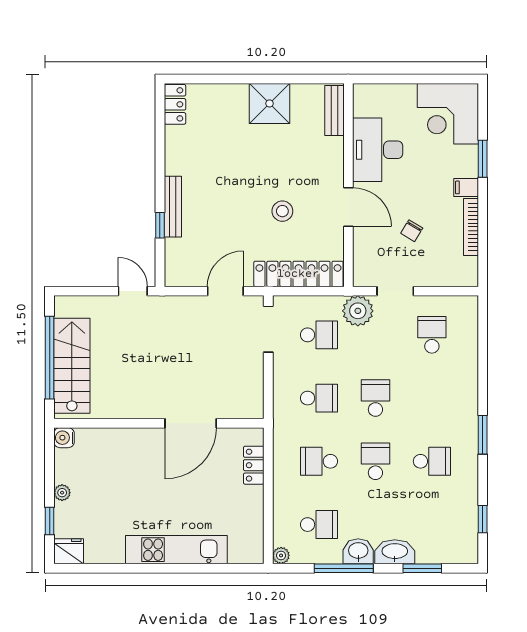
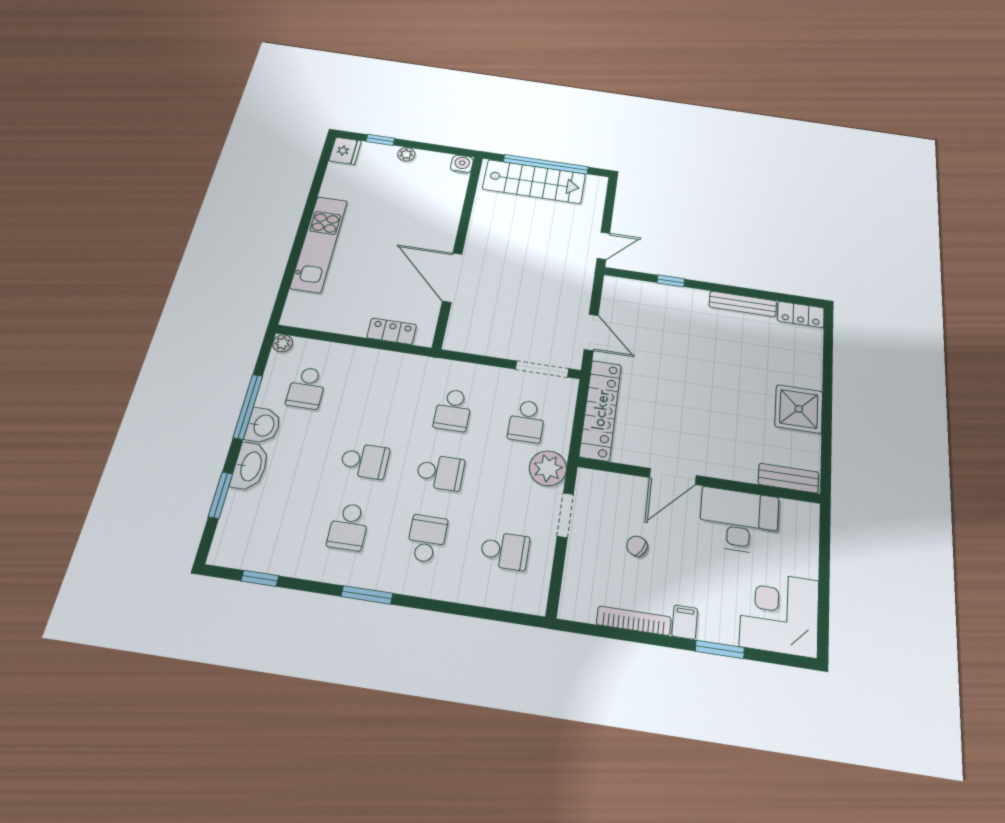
bench: (173, 207) -> (743, 304), moved
stool: (282, 211) -> (675, 404), removed
school desk: (319, 461) -> (427, 539), moved

